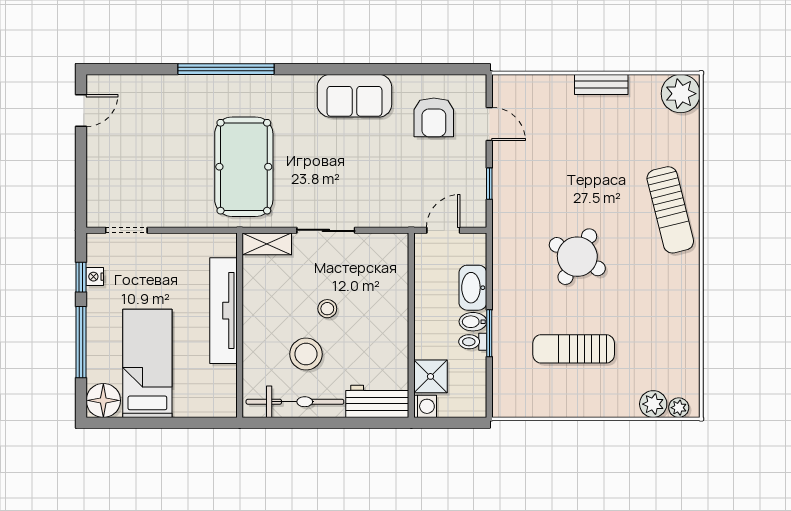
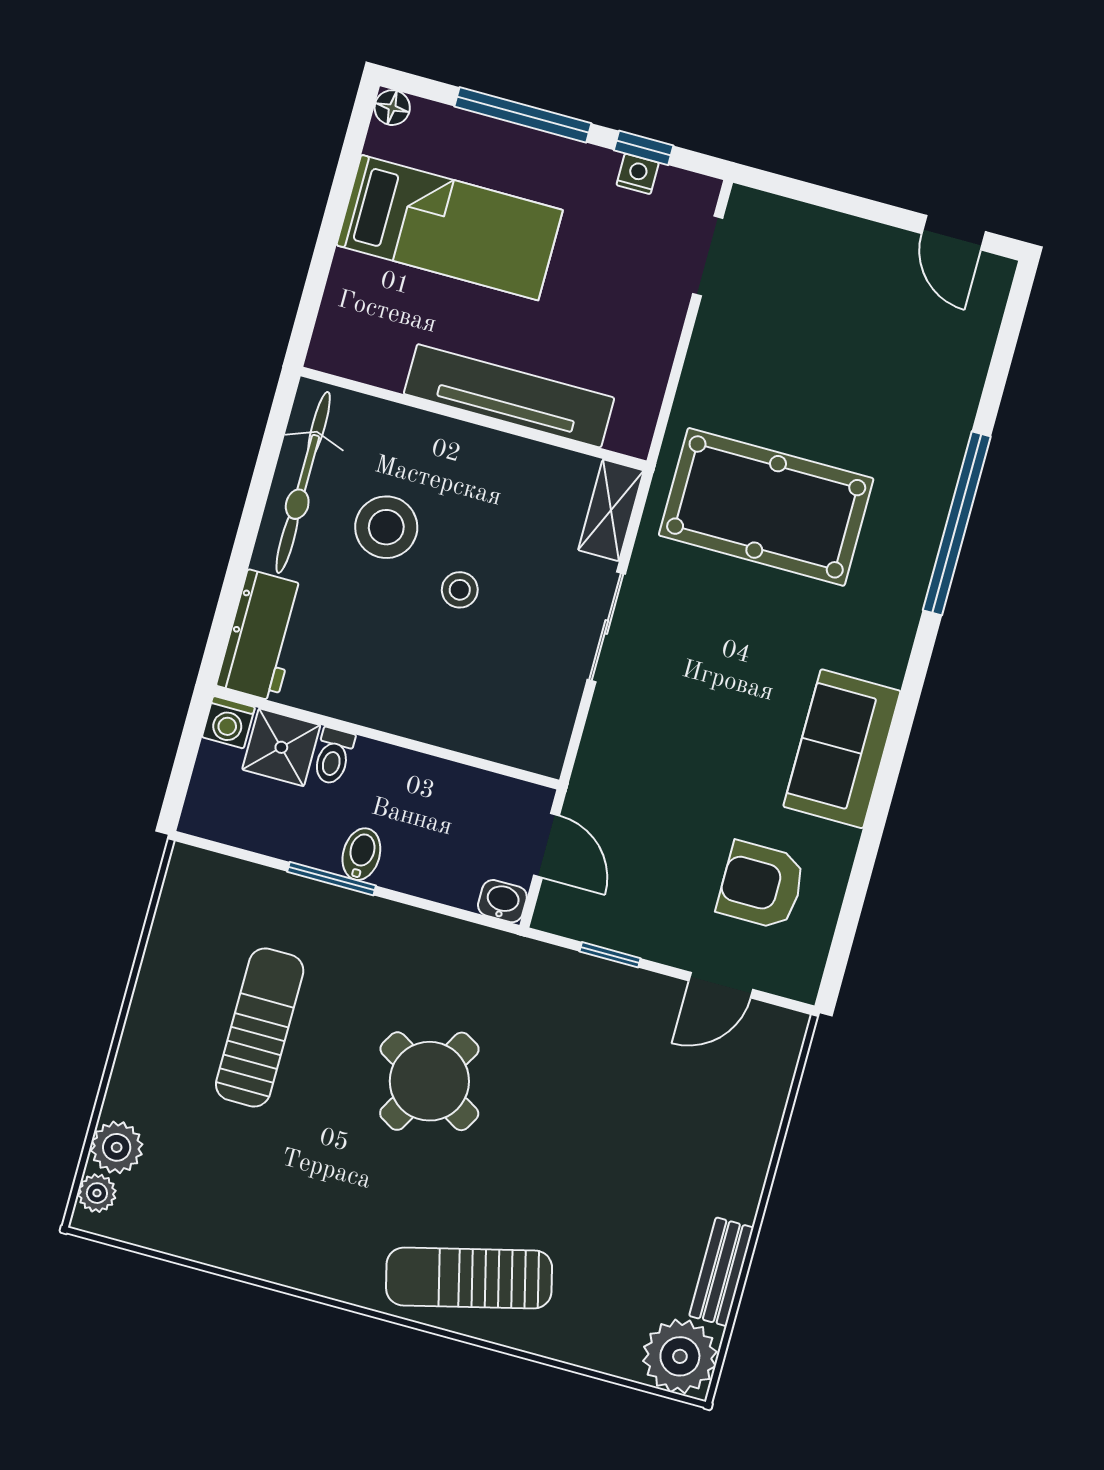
bench: (601, 84) -> (721, 1272), moved
washbasin: (473, 288) -> (502, 901), moved, width x0.52, depth x0.69
toilet: (473, 342) -> (333, 756), moved, turned 180
floor lamp: (103, 400) -> (392, 108), width x0.53, depth x0.53

